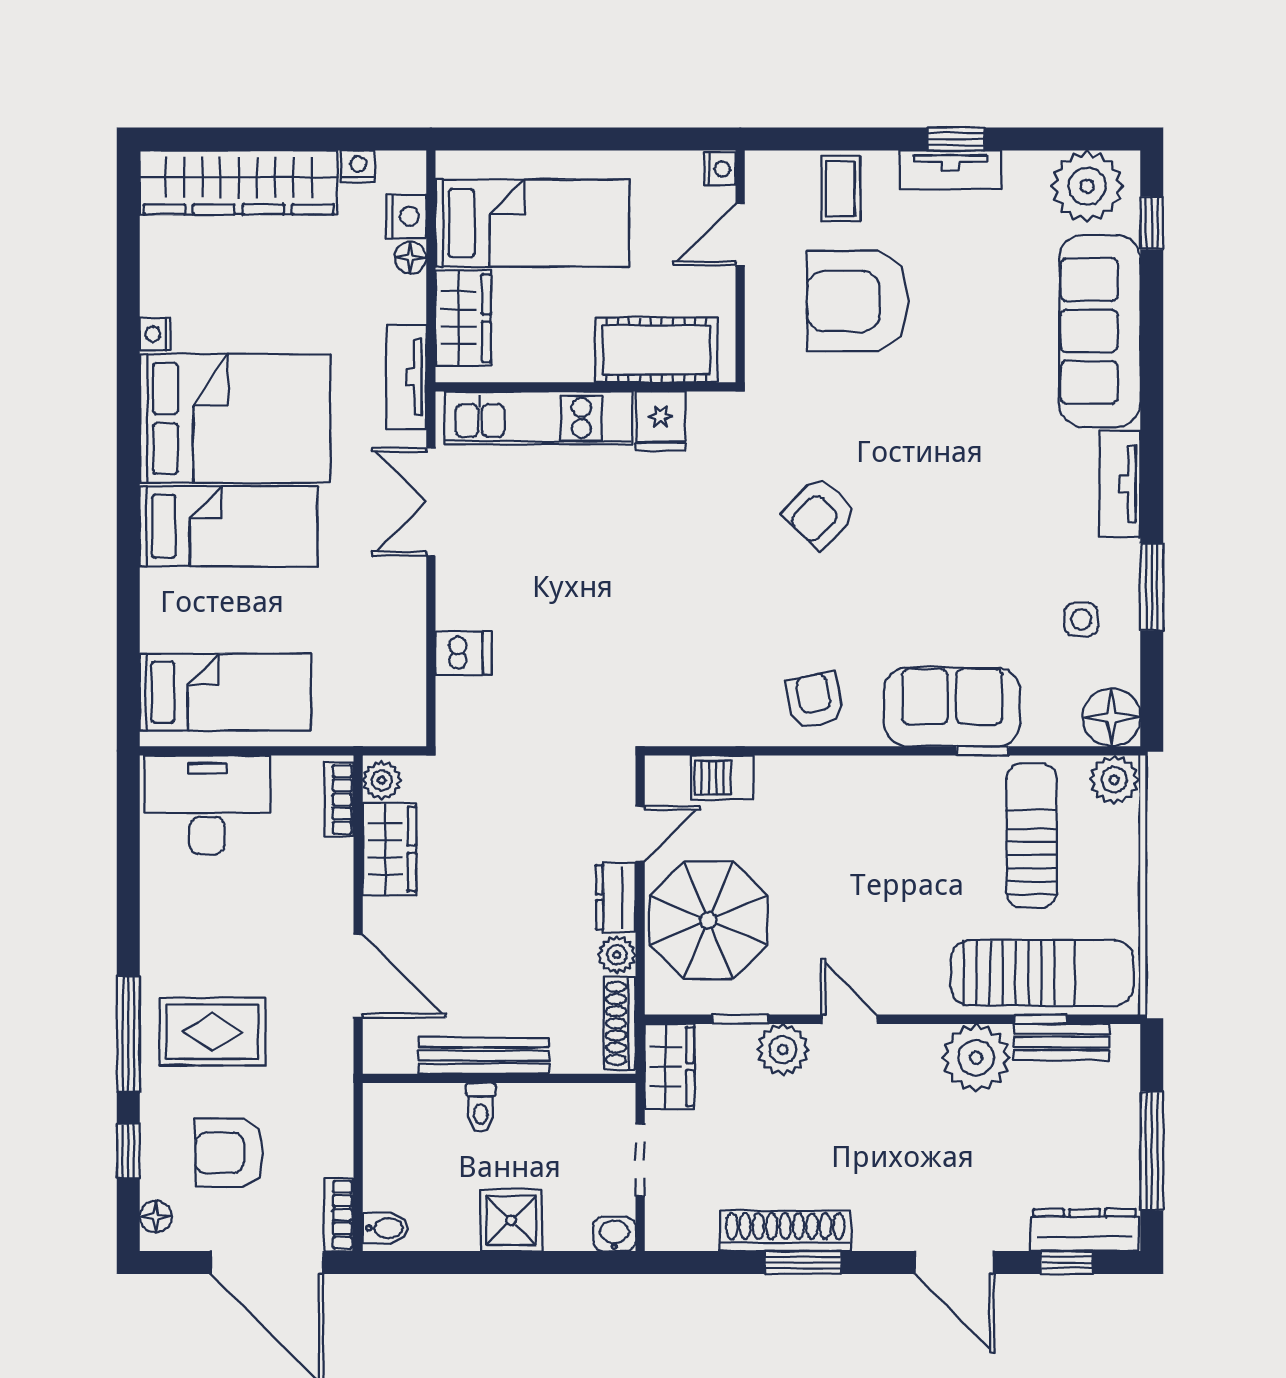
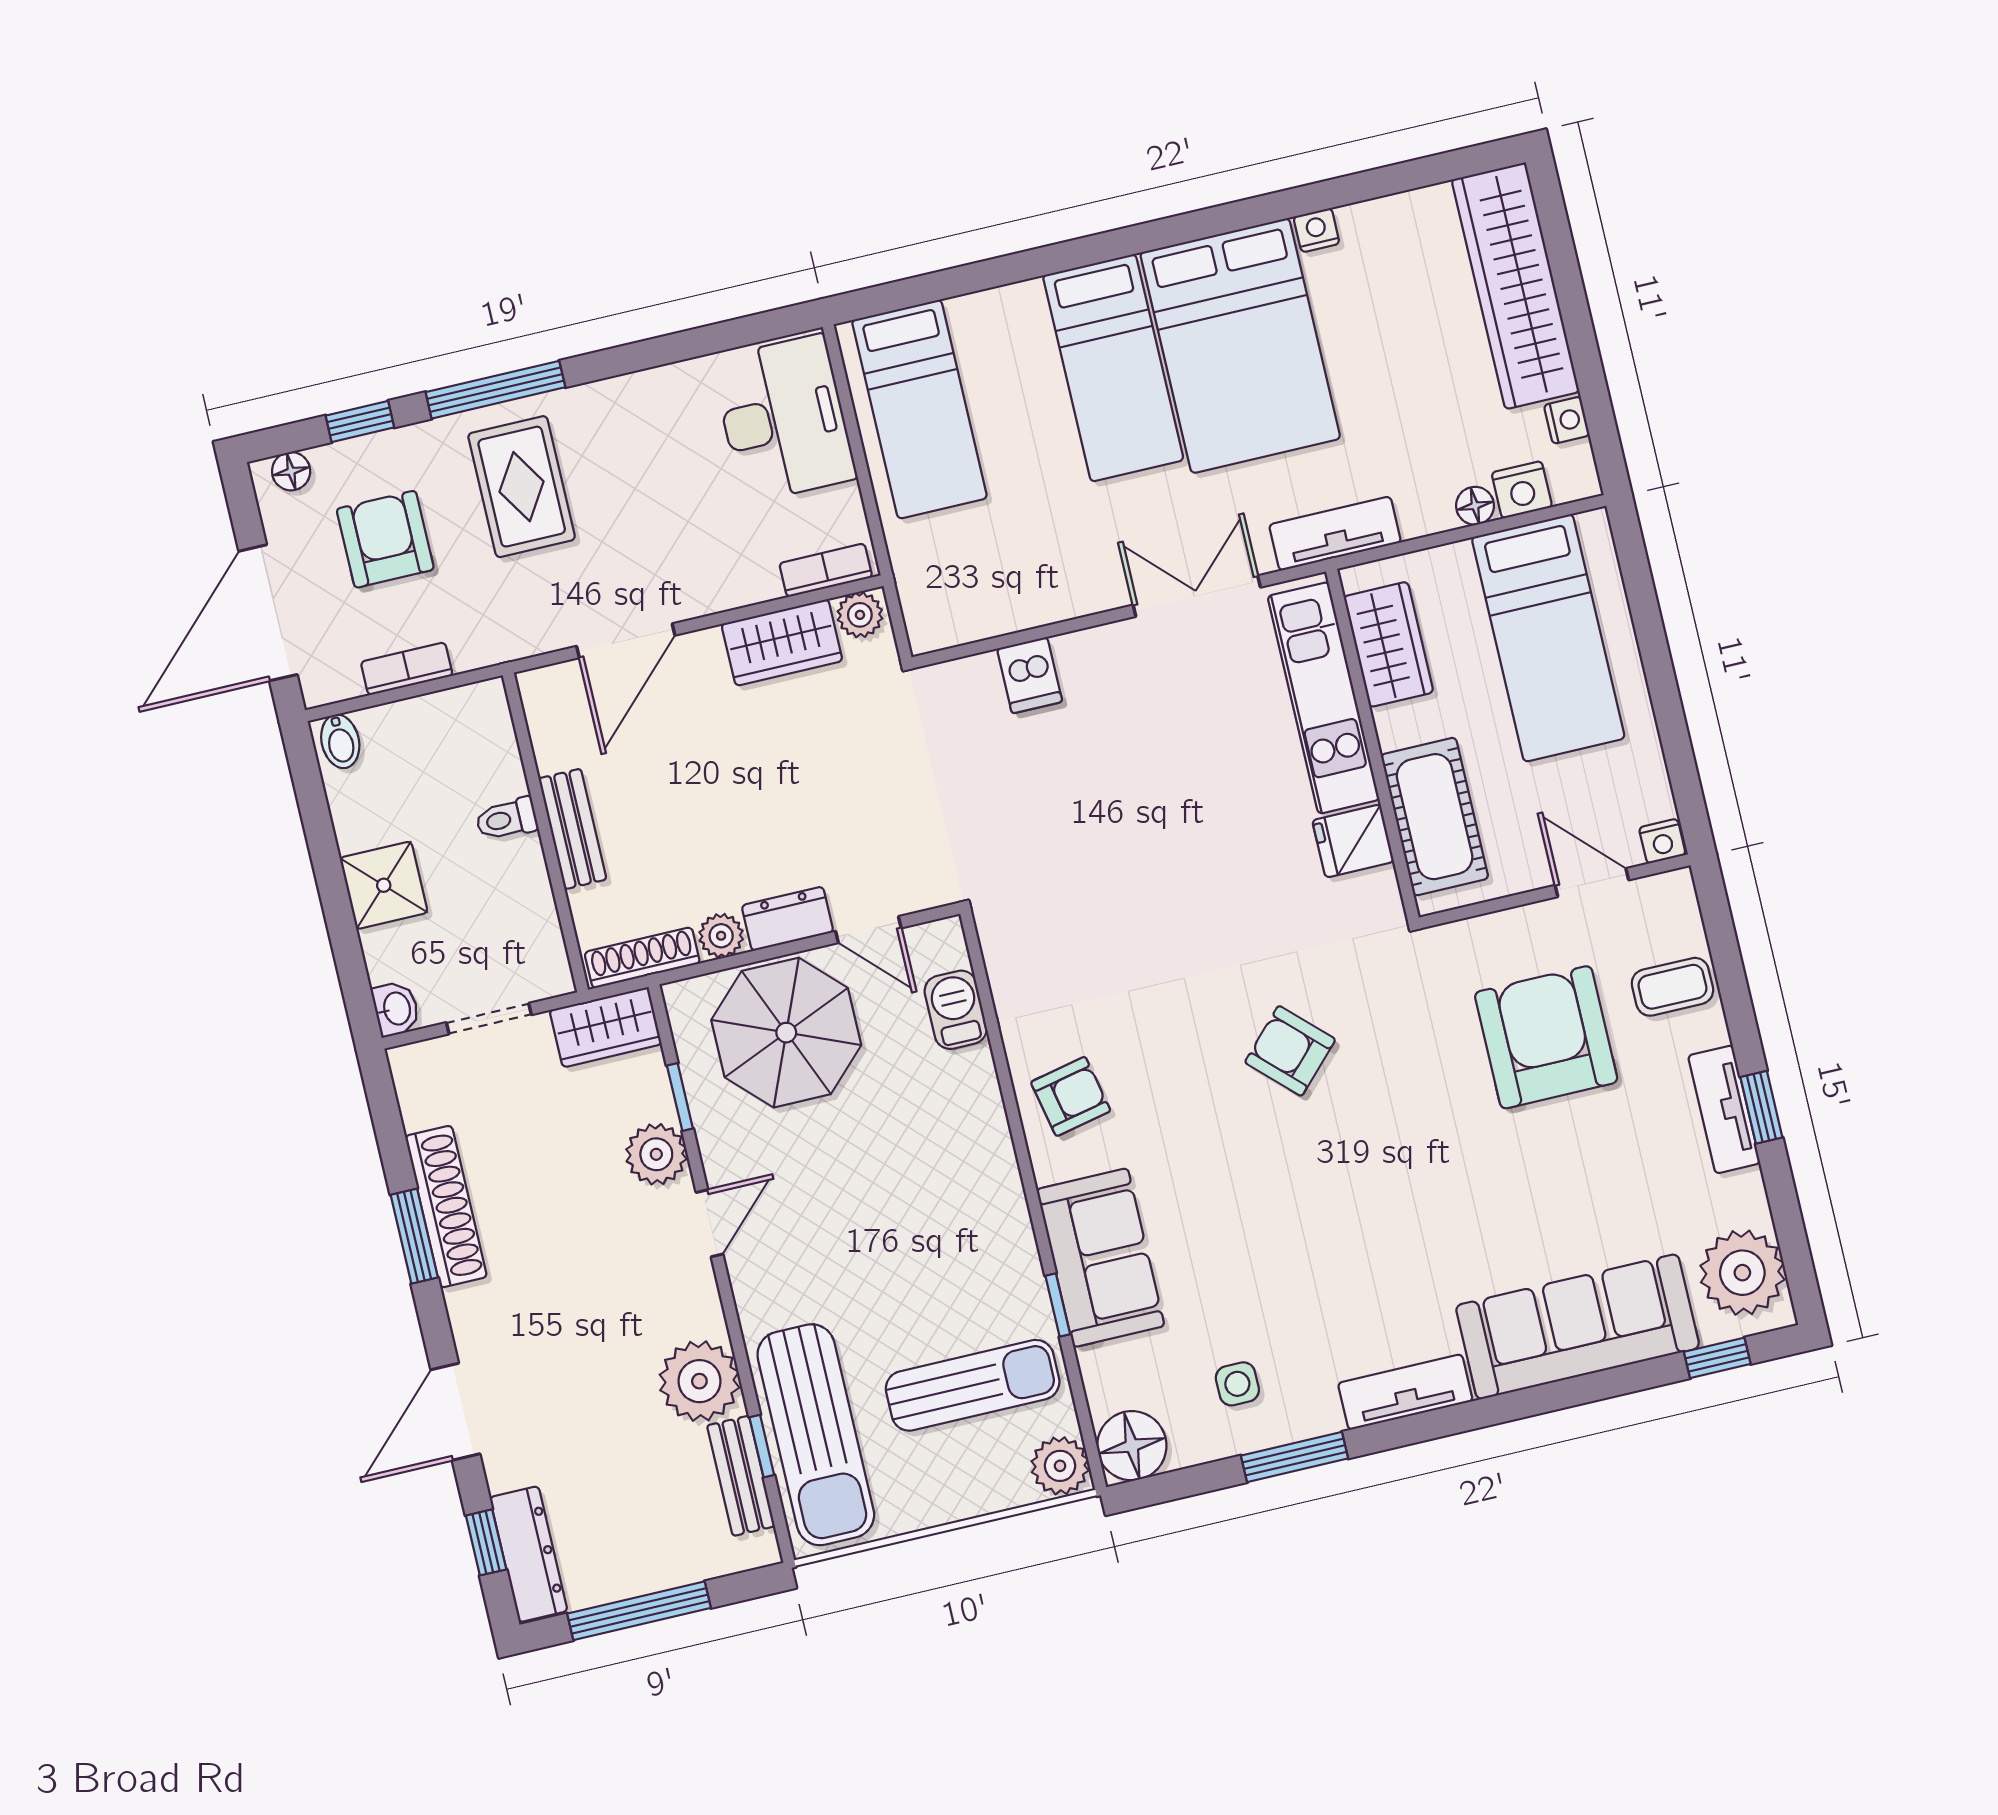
wardrobe: (463, 318) -> (1388, 644), moved, turned -90
bench: (484, 1056) -> (573, 829), width x0.73
bookcase: (339, 1215) -> (407, 669), moved

